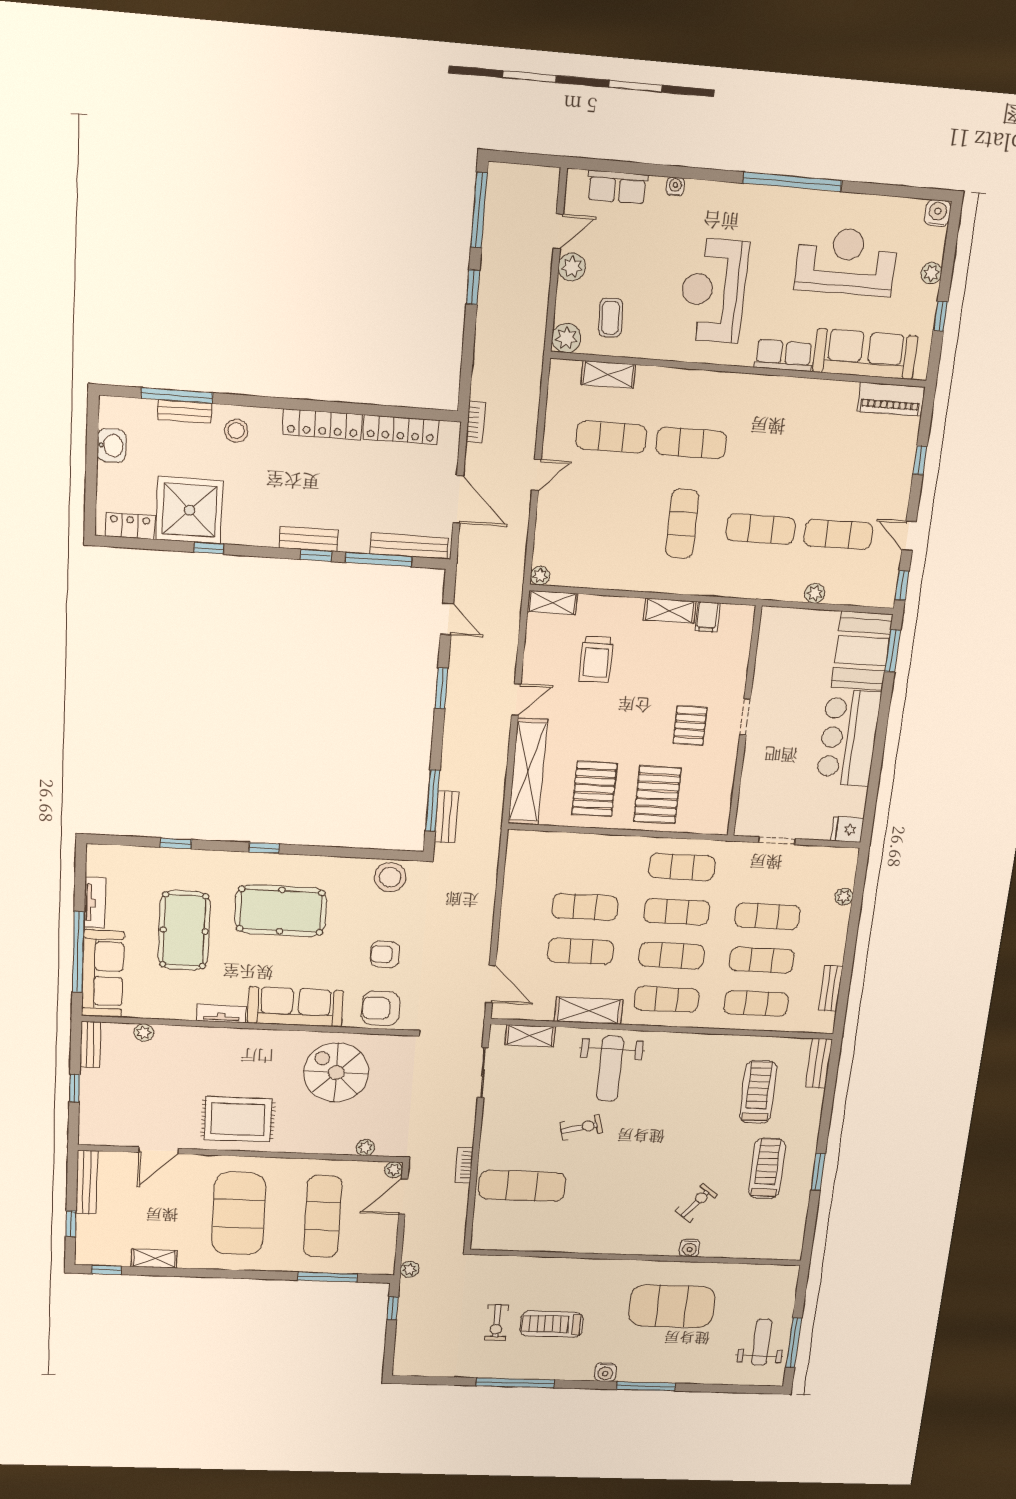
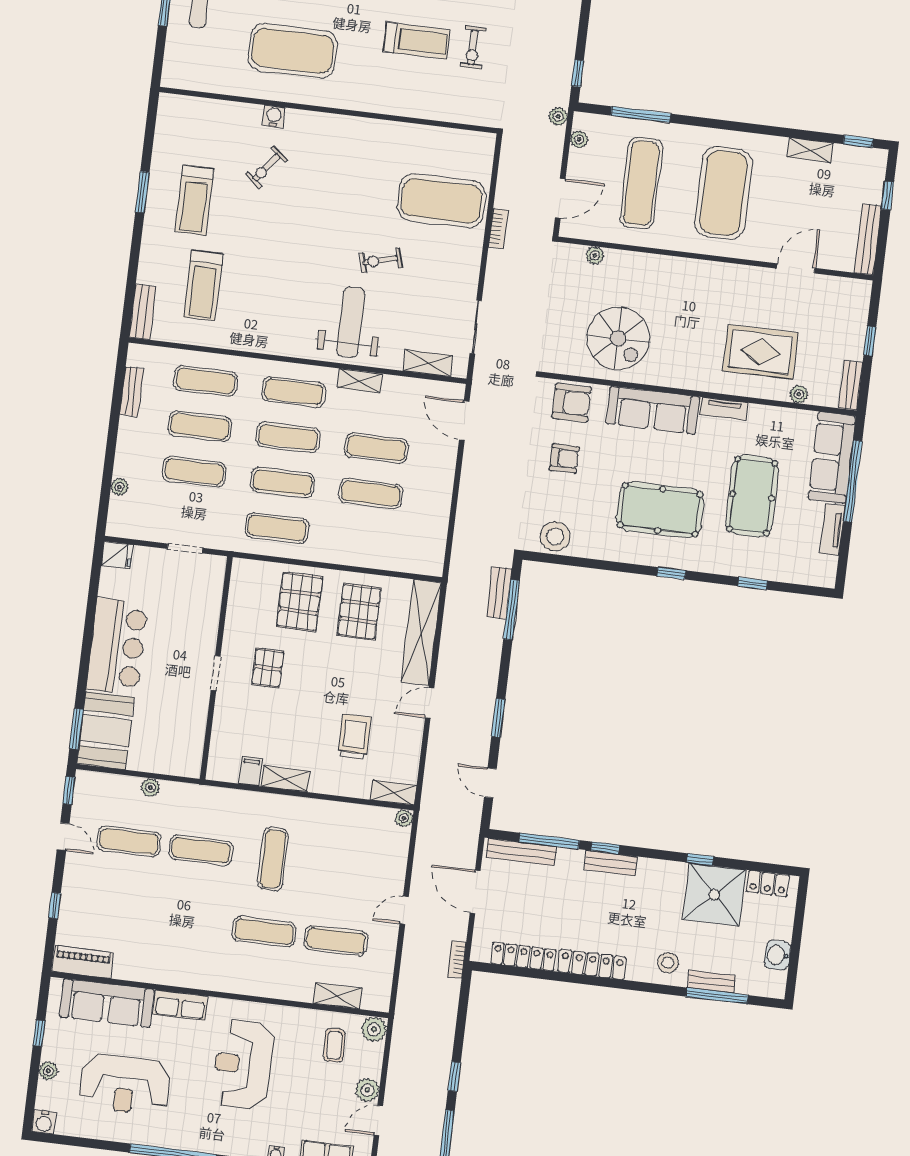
reception desk: (713, 290) -> (243, 1064), turned 180
shelving: (589, 1011) -> (360, 381), width x0.67, depth x0.75
rug: (238, 1119) -> (761, 352), moved
plant: (394, 1170) -> (579, 139), moved
exercise mat: (522, 1186) -> (442, 201), width x1.47
exercise bike: (496, 1323) -> (473, 47), turned 180

